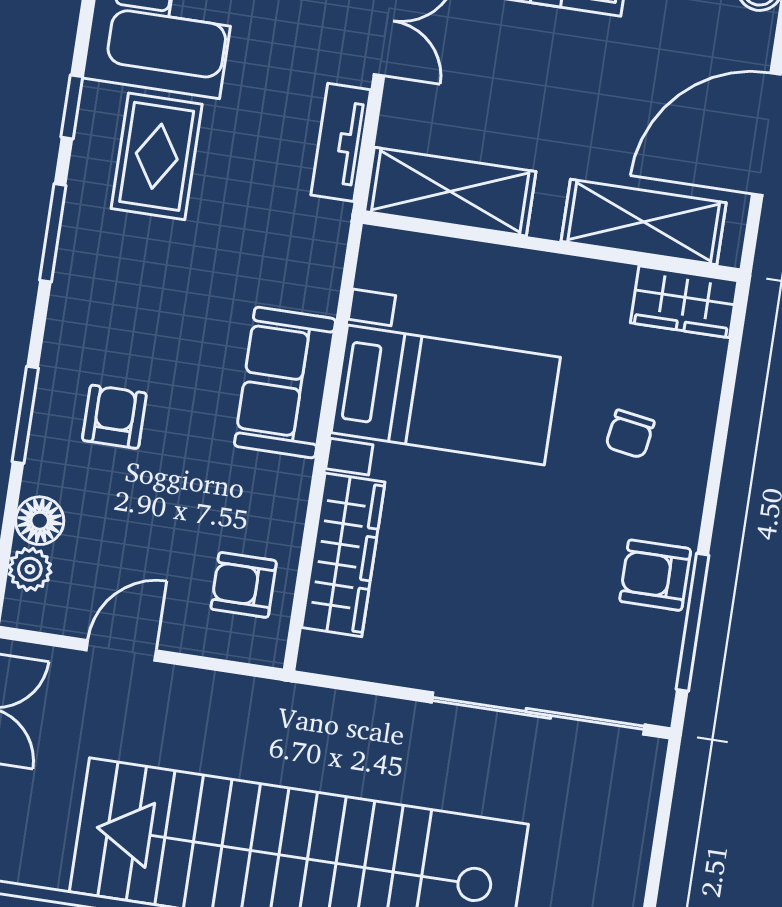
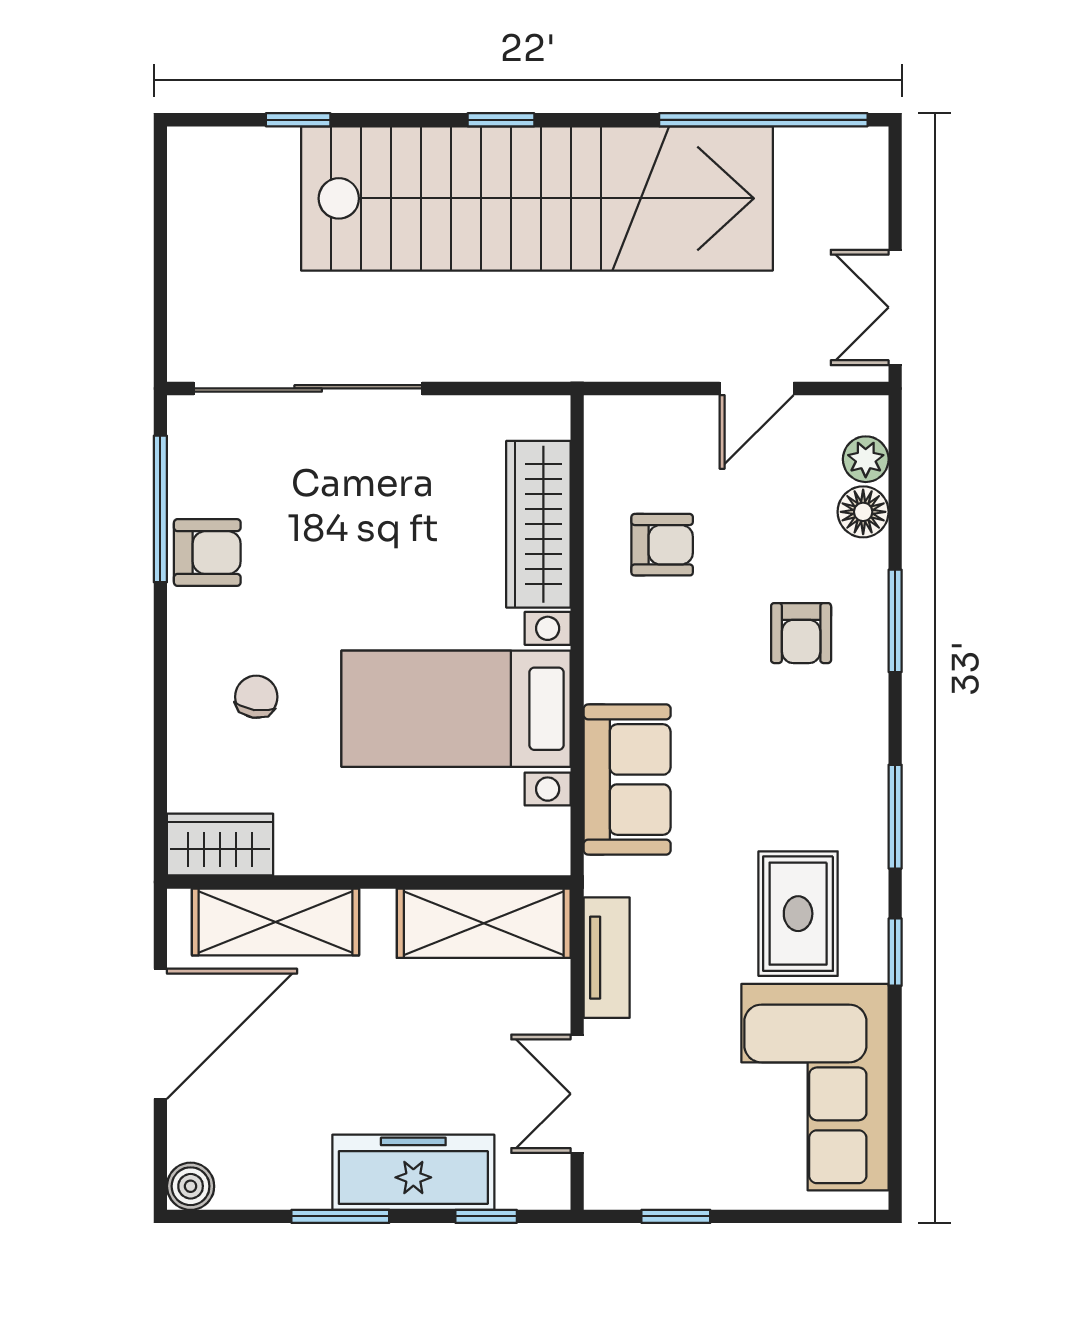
sofa: (285, 382) -> (627, 779), moved
armchair: (244, 585) -> (662, 545), moved

